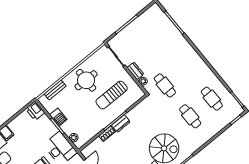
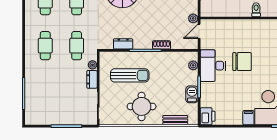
cafe table: (186, 68) -> (45, 46), added
dresser: (121, 124) -> (123, 44), moved

